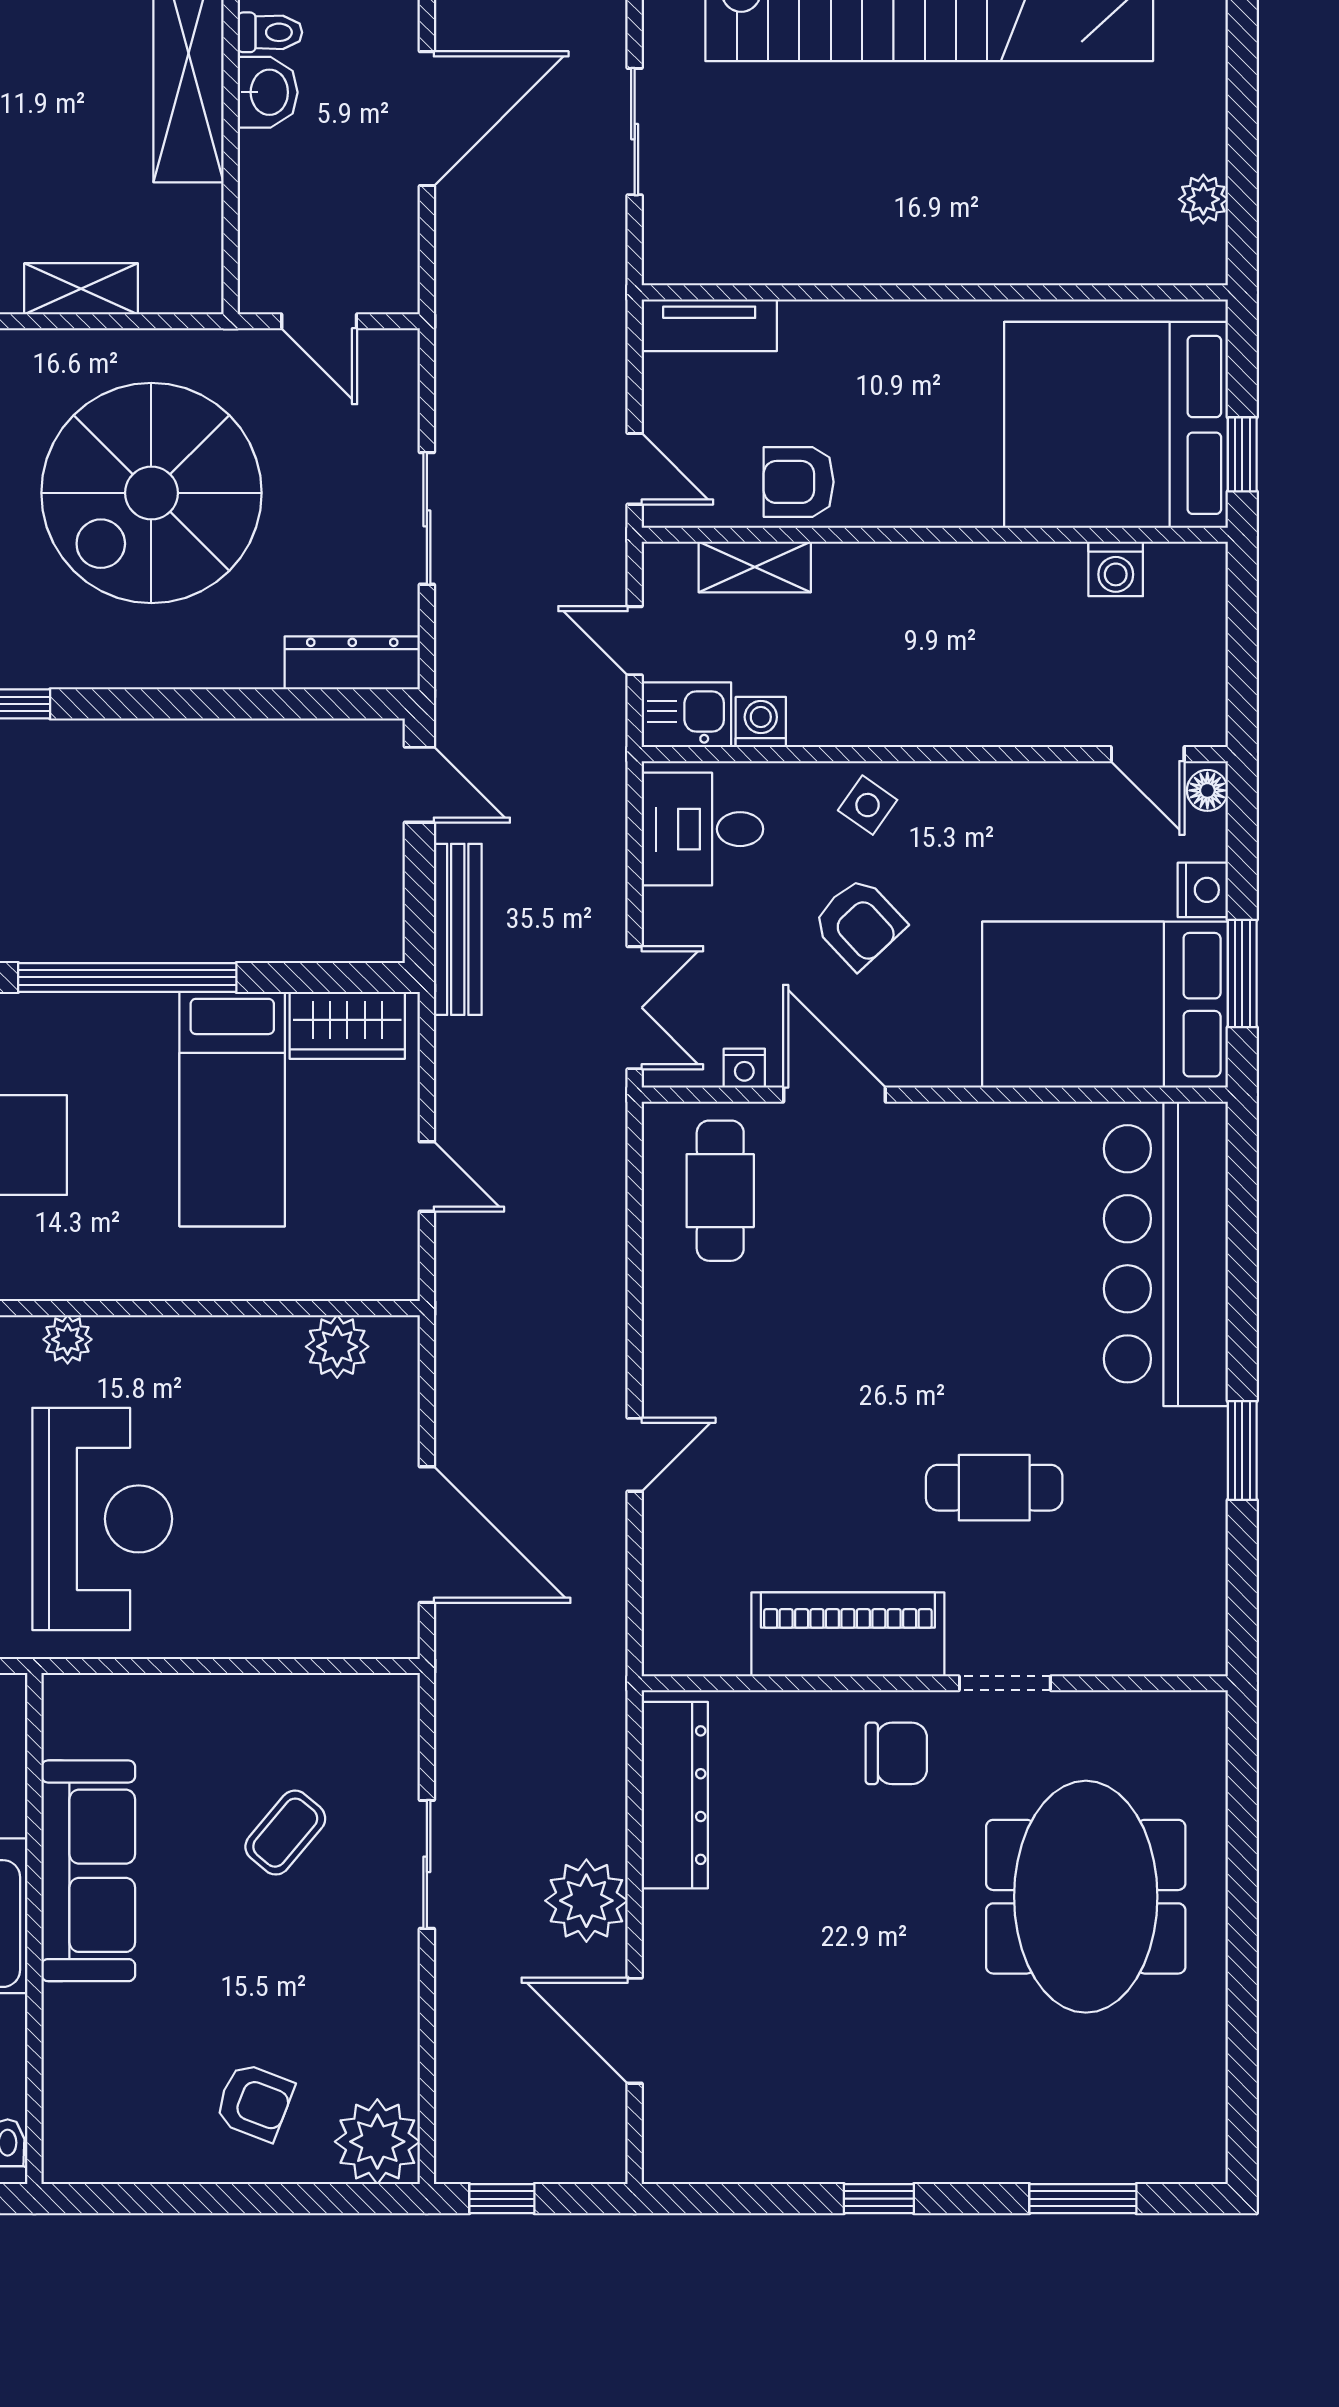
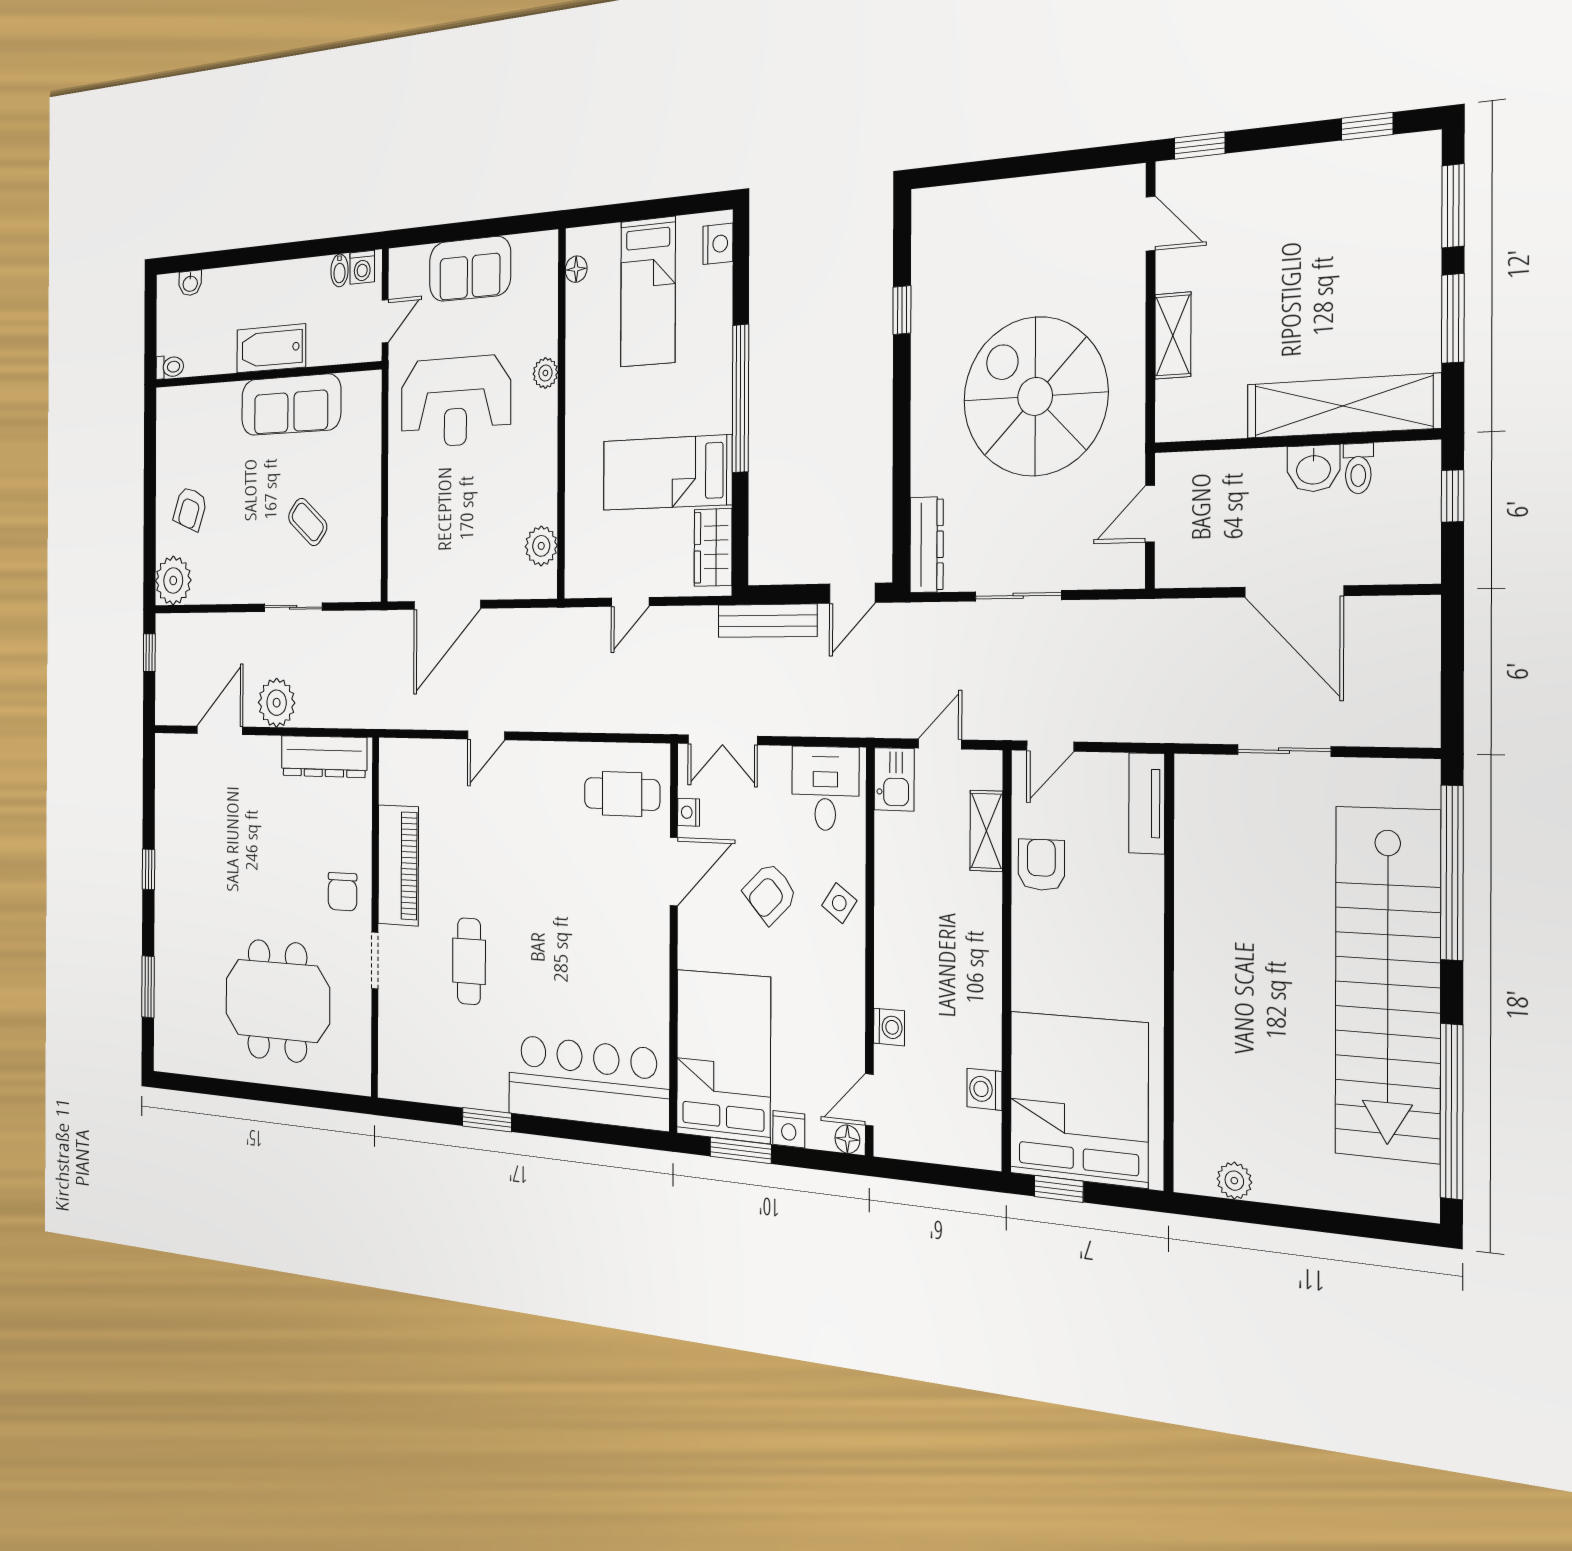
washing machine: (761, 722) -> (889, 1027), moved
door: (635, 1455) -> (486, 735), hinge flipped

